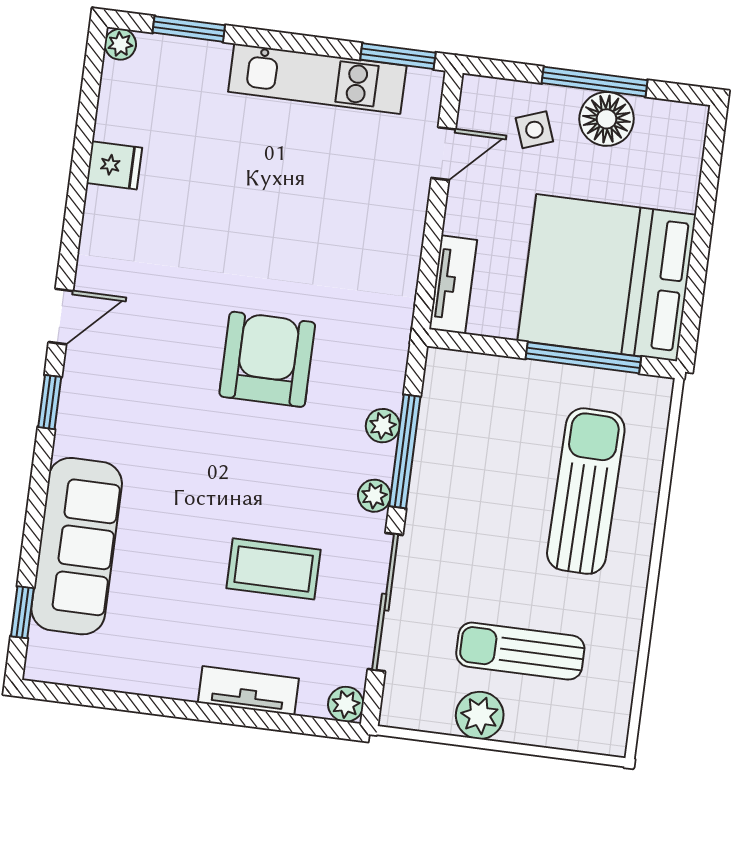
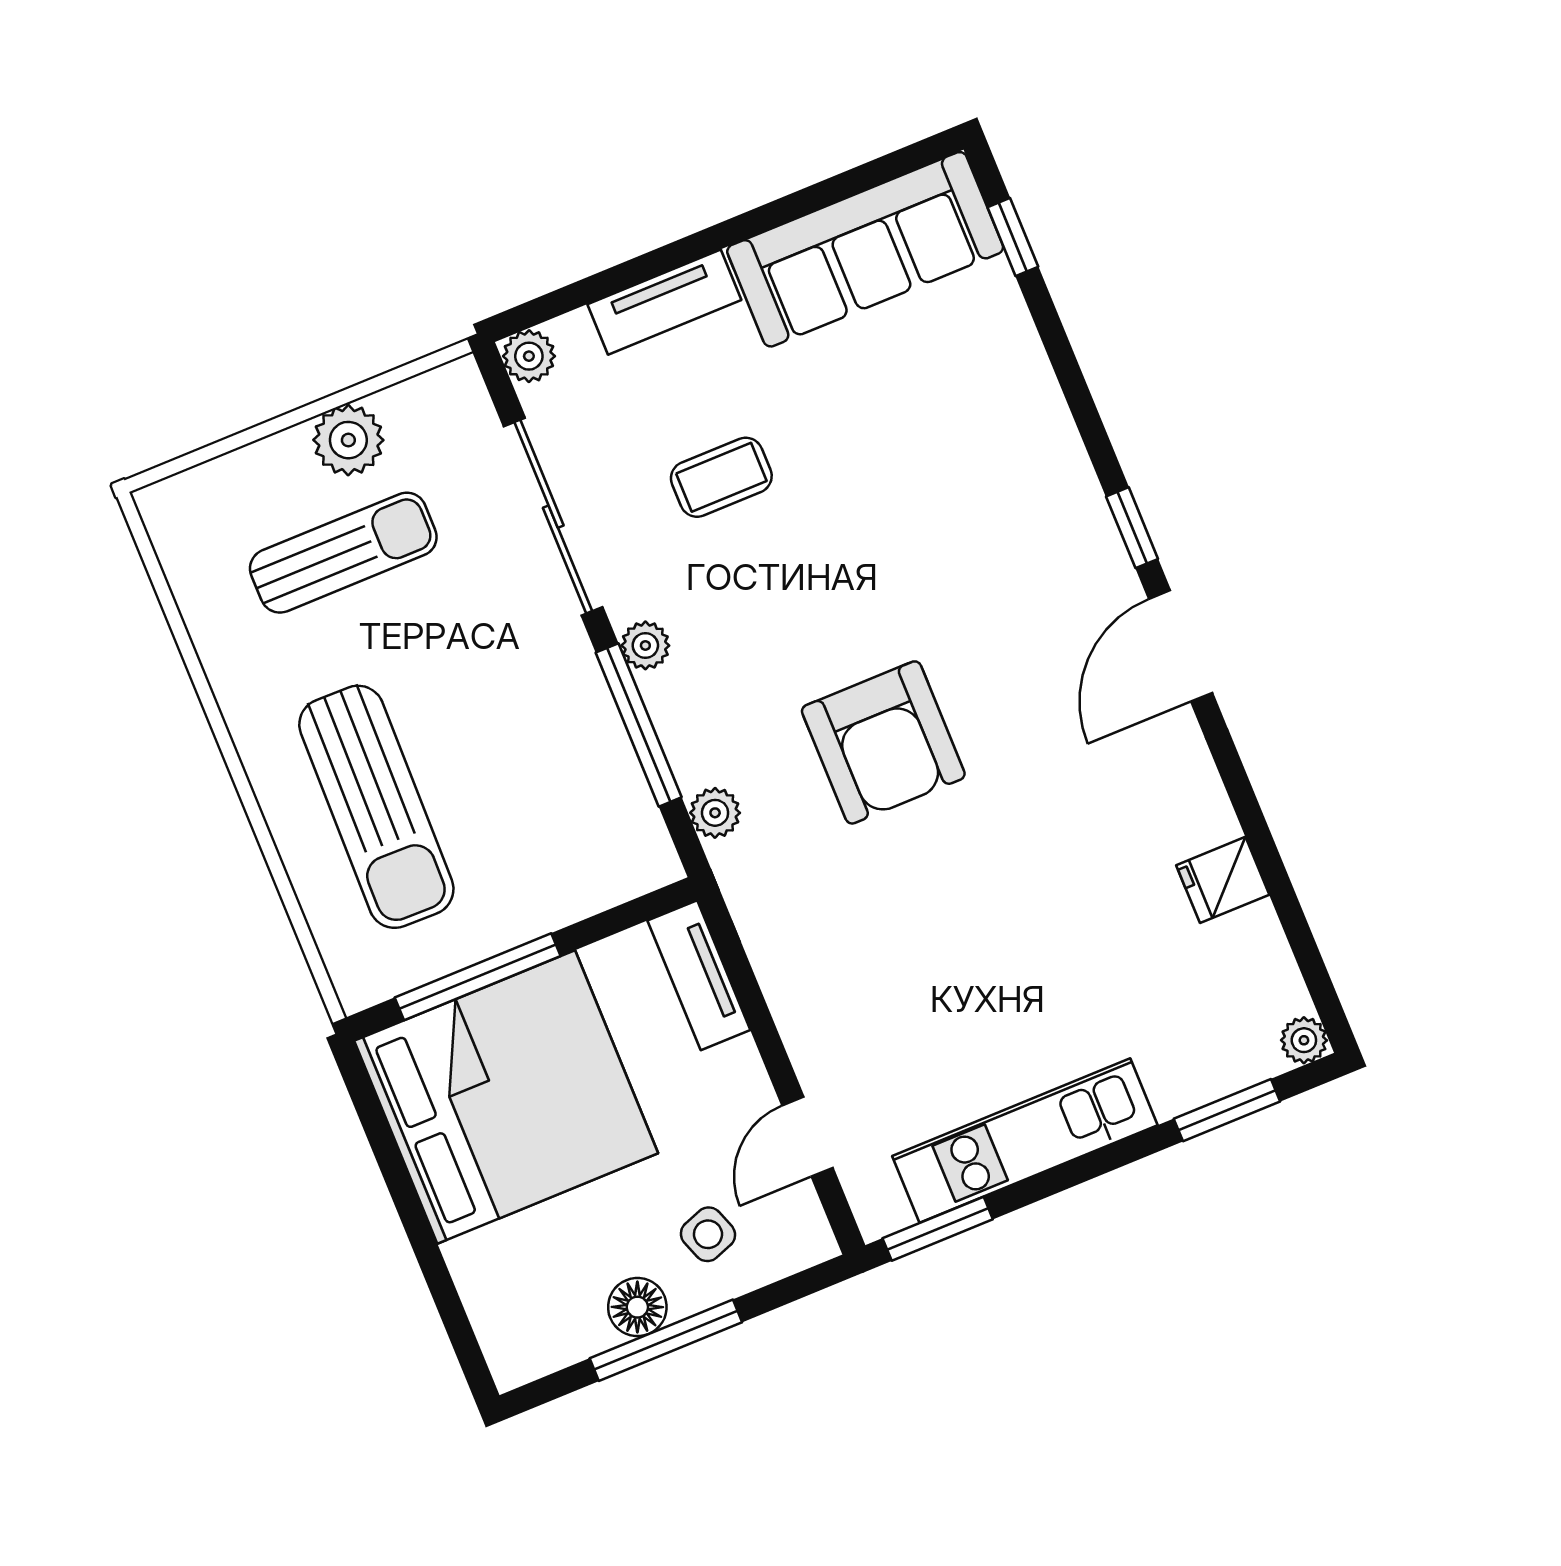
floor lamp: (607, 119) -> (637, 1307), width x0.73, depth x0.73
door: (61, 317) -> (1181, 646), width x1.38
plant: (383, 426) -> (715, 813), moved
sofa: (77, 546) -> (865, 249), moved, turned -90
coffee table: (274, 569) -> (721, 477), width x0.73, depth x0.77

